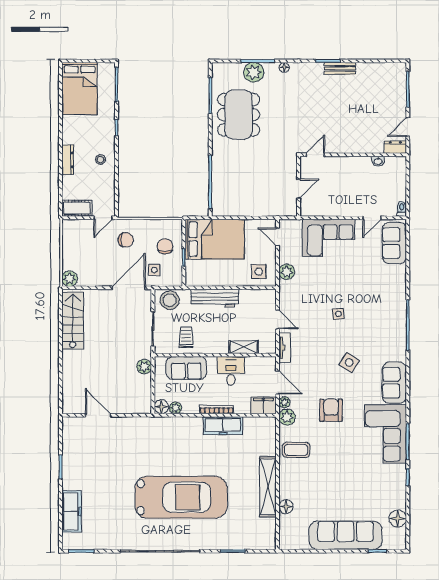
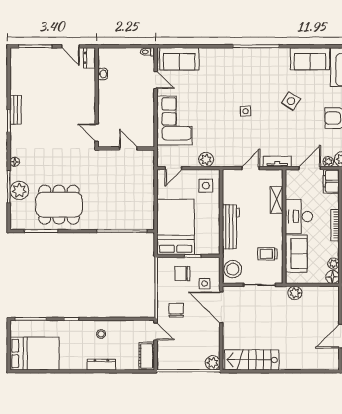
desk: (231, 371) -> (299, 216), width x1.37

